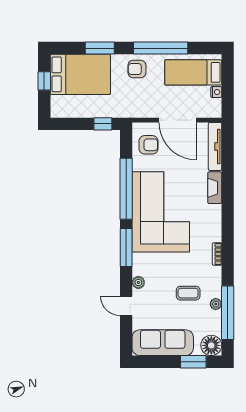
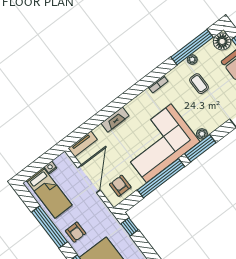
tv unit: (215, 146) -> (83, 144), width x0.71
plant: (138, 282) -> (202, 134), moved

